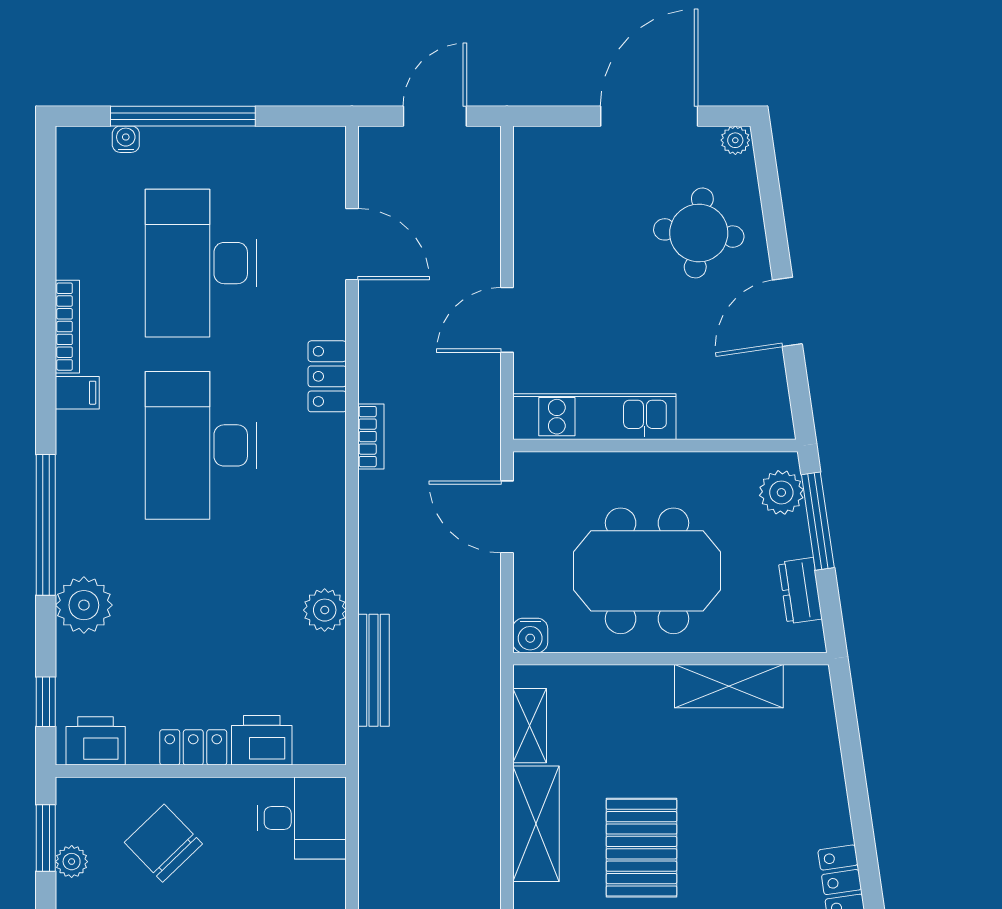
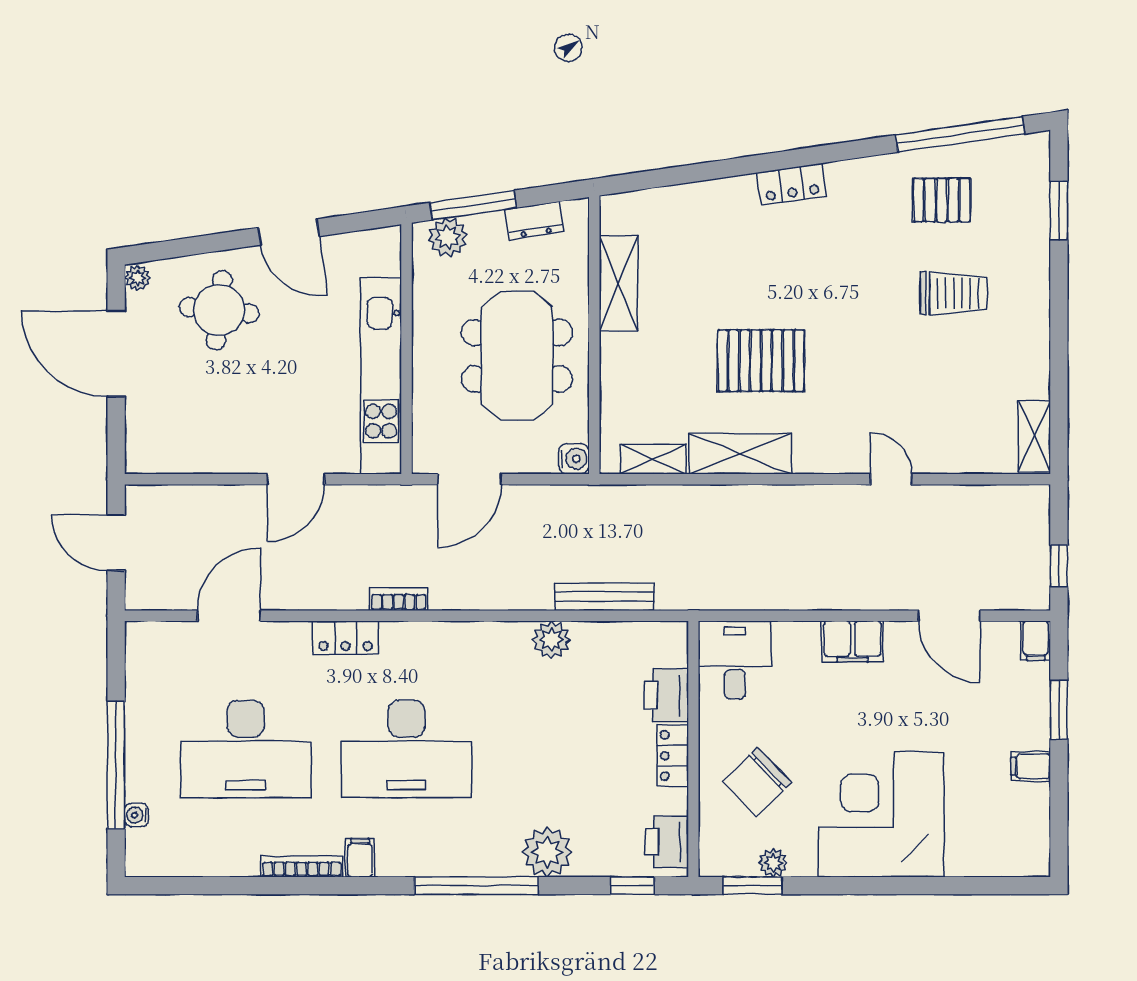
door: (507, 320) -> (296, 479), hinge flipped
kitchen unit: (594, 417) -> (381, 376), width x1.36

